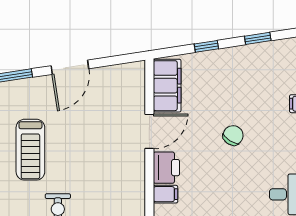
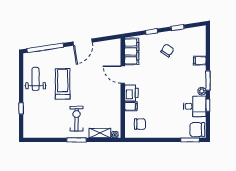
door: (149, 131) -> (123, 75), swing flipped
chair: (233, 135) -> (167, 51), moved
treadmill: (30, 150) -> (63, 84), turned 180

